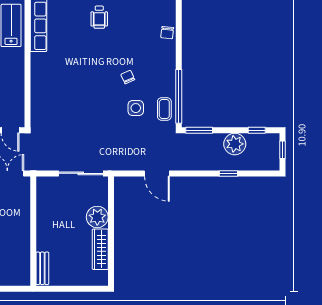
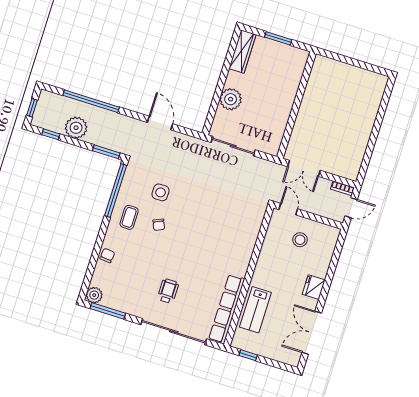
coffee table: (164, 109) -> (129, 217), moved
window: (228, 173) -> (91, 101), width x3.17
wardrobe: (100, 249) -> (242, 52), moved
bench: (42, 268) -> (299, 66), removed
window: (70, 289) -> (278, 38), added

